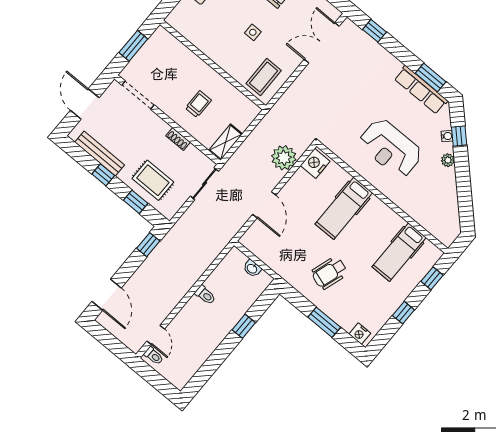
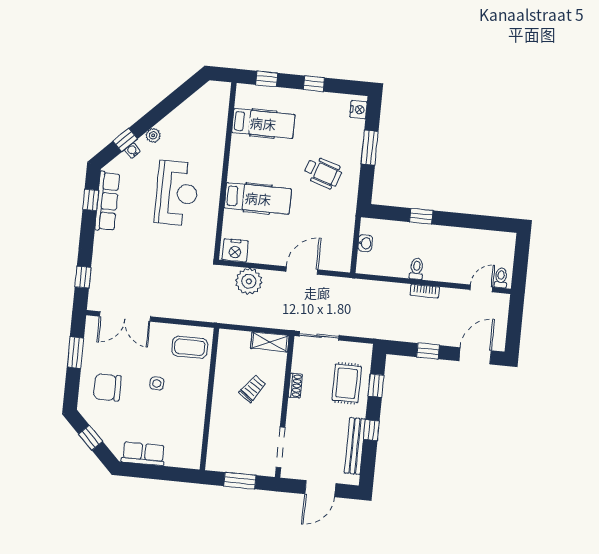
window: (431, 78) -> (91, 200), width x0.67
trolley: (198, 104) -> (253, 389), turned 126
window: (148, 245) -> (428, 351), moved
bookcase: (183, 290) -> (425, 291), added

